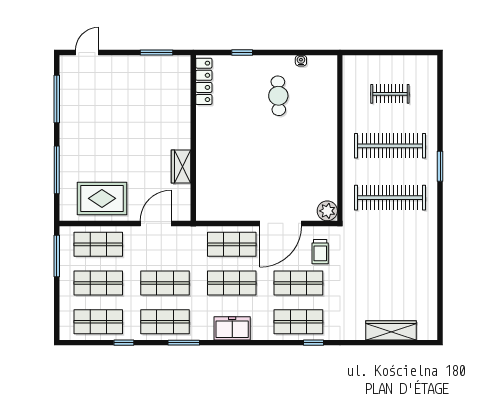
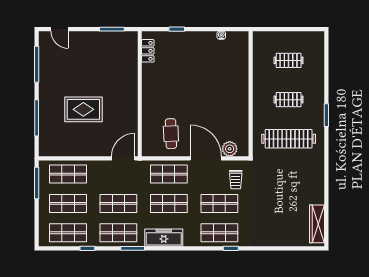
door: (87, 53) -> (60, 29), swing flipped
locker: (204, 81) -> (148, 51), width x0.66
cafe table: (278, 96) -> (171, 134), moved
clothes rail: (390, 146) -> (289, 100), width x0.54, depth x0.76
wardrobe: (181, 166) -> (130, 115), removed
rug: (102, 198) -> (83, 109), moved
plant: (327, 211) -> (230, 149), moved
door: (156, 223) -> (123, 158), moved
door: (281, 223) -> (206, 158), swing flipped
freezer: (232, 328) -> (164, 238), width x1.40
wardrobe: (391, 330) -> (317, 224), moved, turned -90

